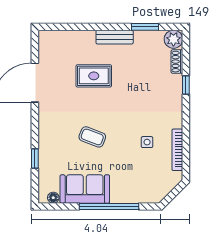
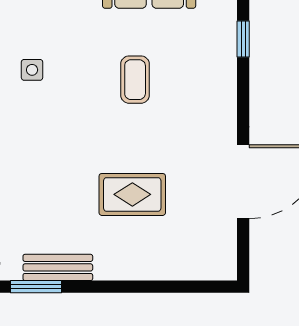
bench: (115, 37) -> (58, 267), moved
coffee table: (92, 137) -> (135, 80), turned 69

